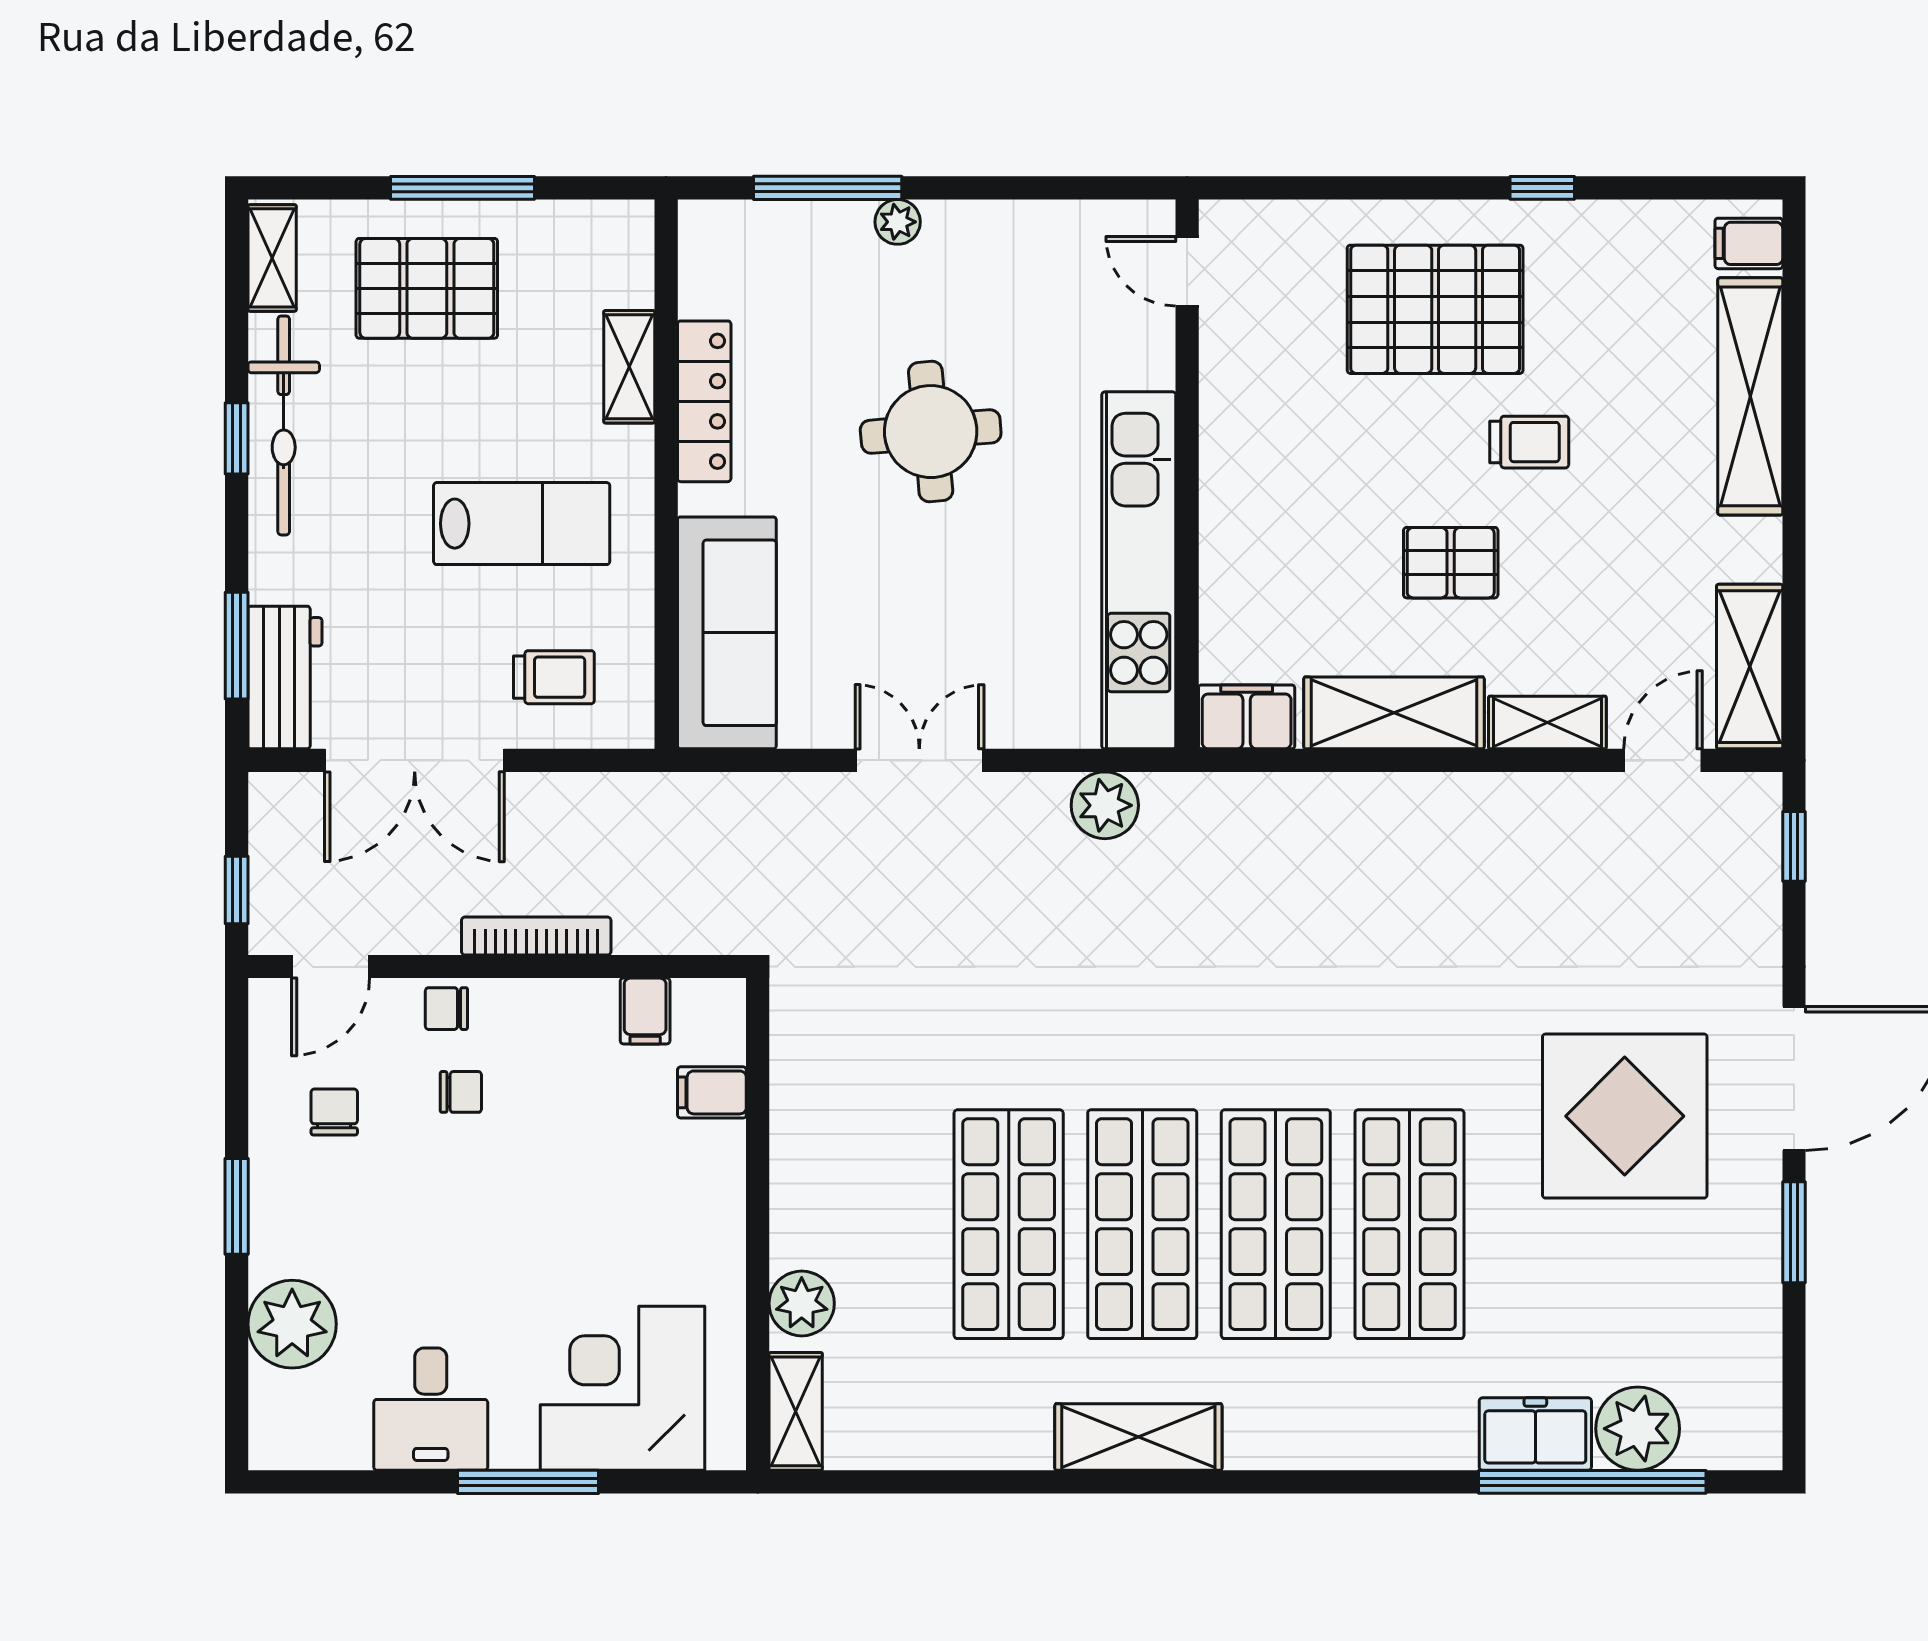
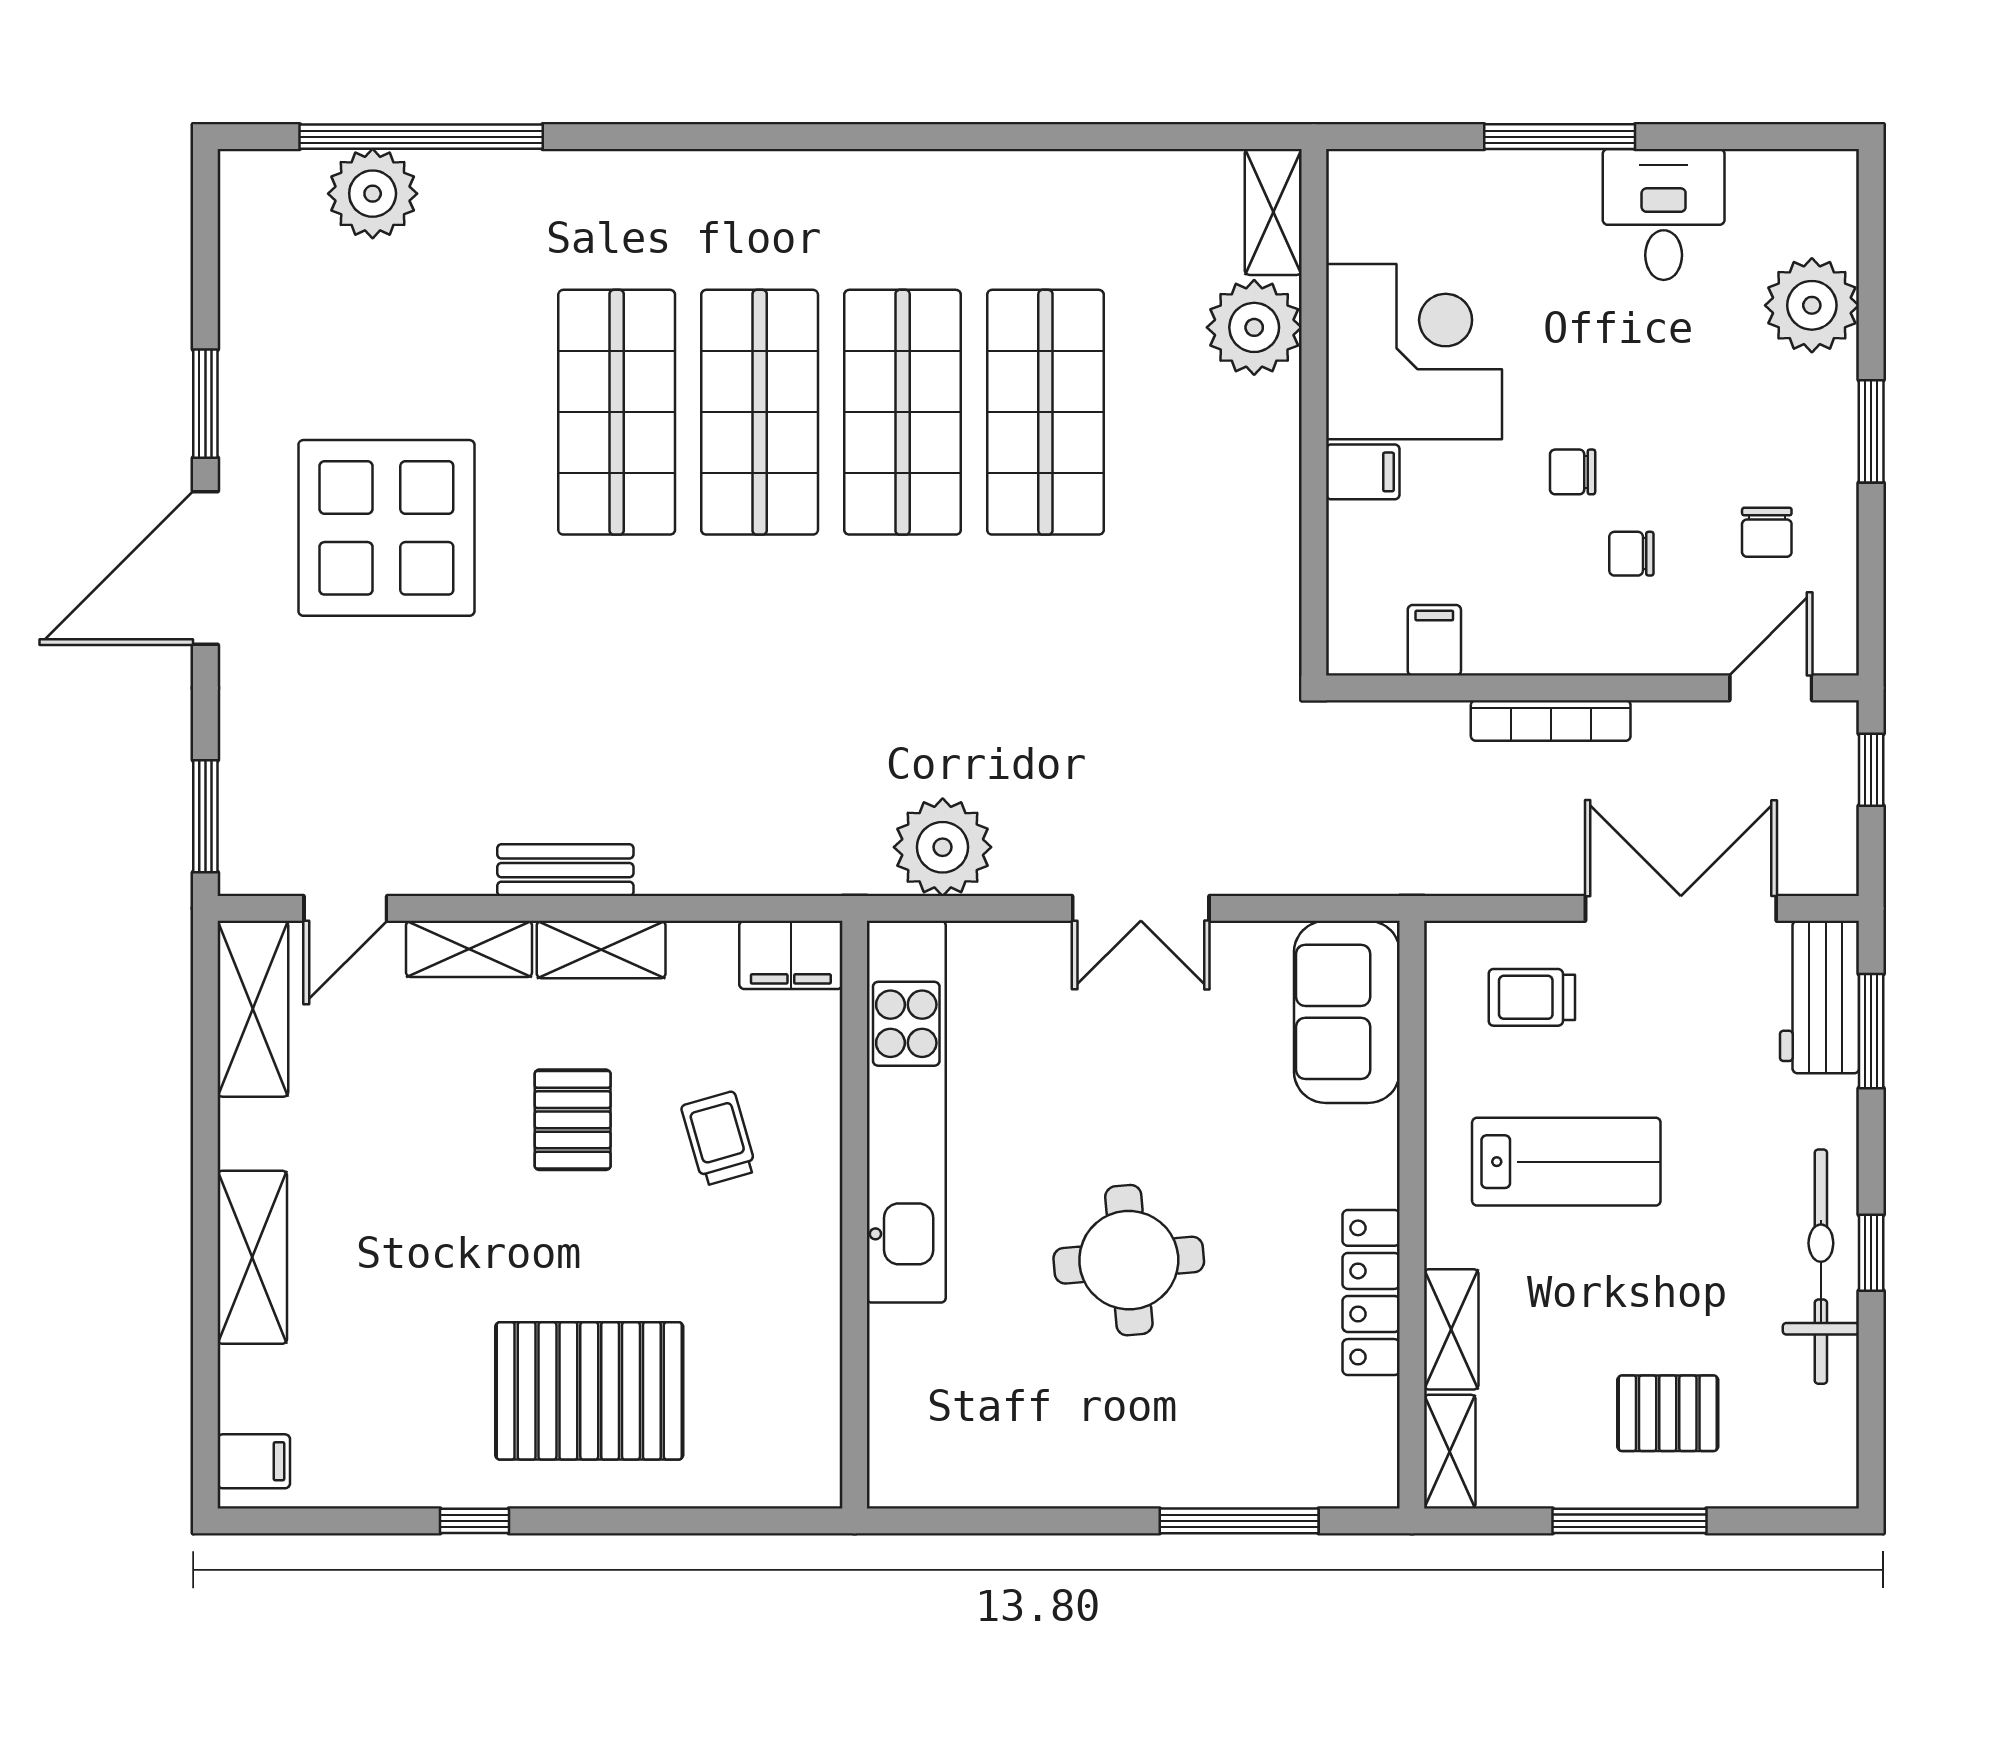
plant: (898, 222) -> (1164, 1484), removed
shelving: (272, 258) -> (1450, 1452), moved
door: (1187, 271) -> (855, 1432), removed
pallet: (427, 288) -> (1668, 1413), width x0.67, depth x0.71
shelving: (1750, 396) -> (252, 1257), width x0.68
trolley: (1529, 442) -> (719, 1138), moved, turned 74
lab bench: (522, 524) -> (1566, 1162), turned 180
pallet: (1451, 563) -> (573, 1120), turned 90
sofa: (727, 633) -> (1347, 1012), width x0.73
shelving: (1394, 713) -> (601, 950), width x0.67, depth x0.75
bench: (1457, 796) -> (565, 870), added
plant: (1105, 805) -> (943, 847), width x1.36, depth x1.36
window: (1794, 846) -> (205, 816), width x1.50
chair: (446, 1009) -> (1573, 472), moved, turned 180
filing cabinet: (712, 1092) -> (1363, 472), moved
plant: (802, 1303) -> (1254, 327), width x1.36, depth x1.36
corner desk: (622, 1388) -> (1414, 352), moved, turned -90
freezer: (1535, 1434) -> (482, 188), removed
shelving: (1138, 1437) -> (907, 185), removed

